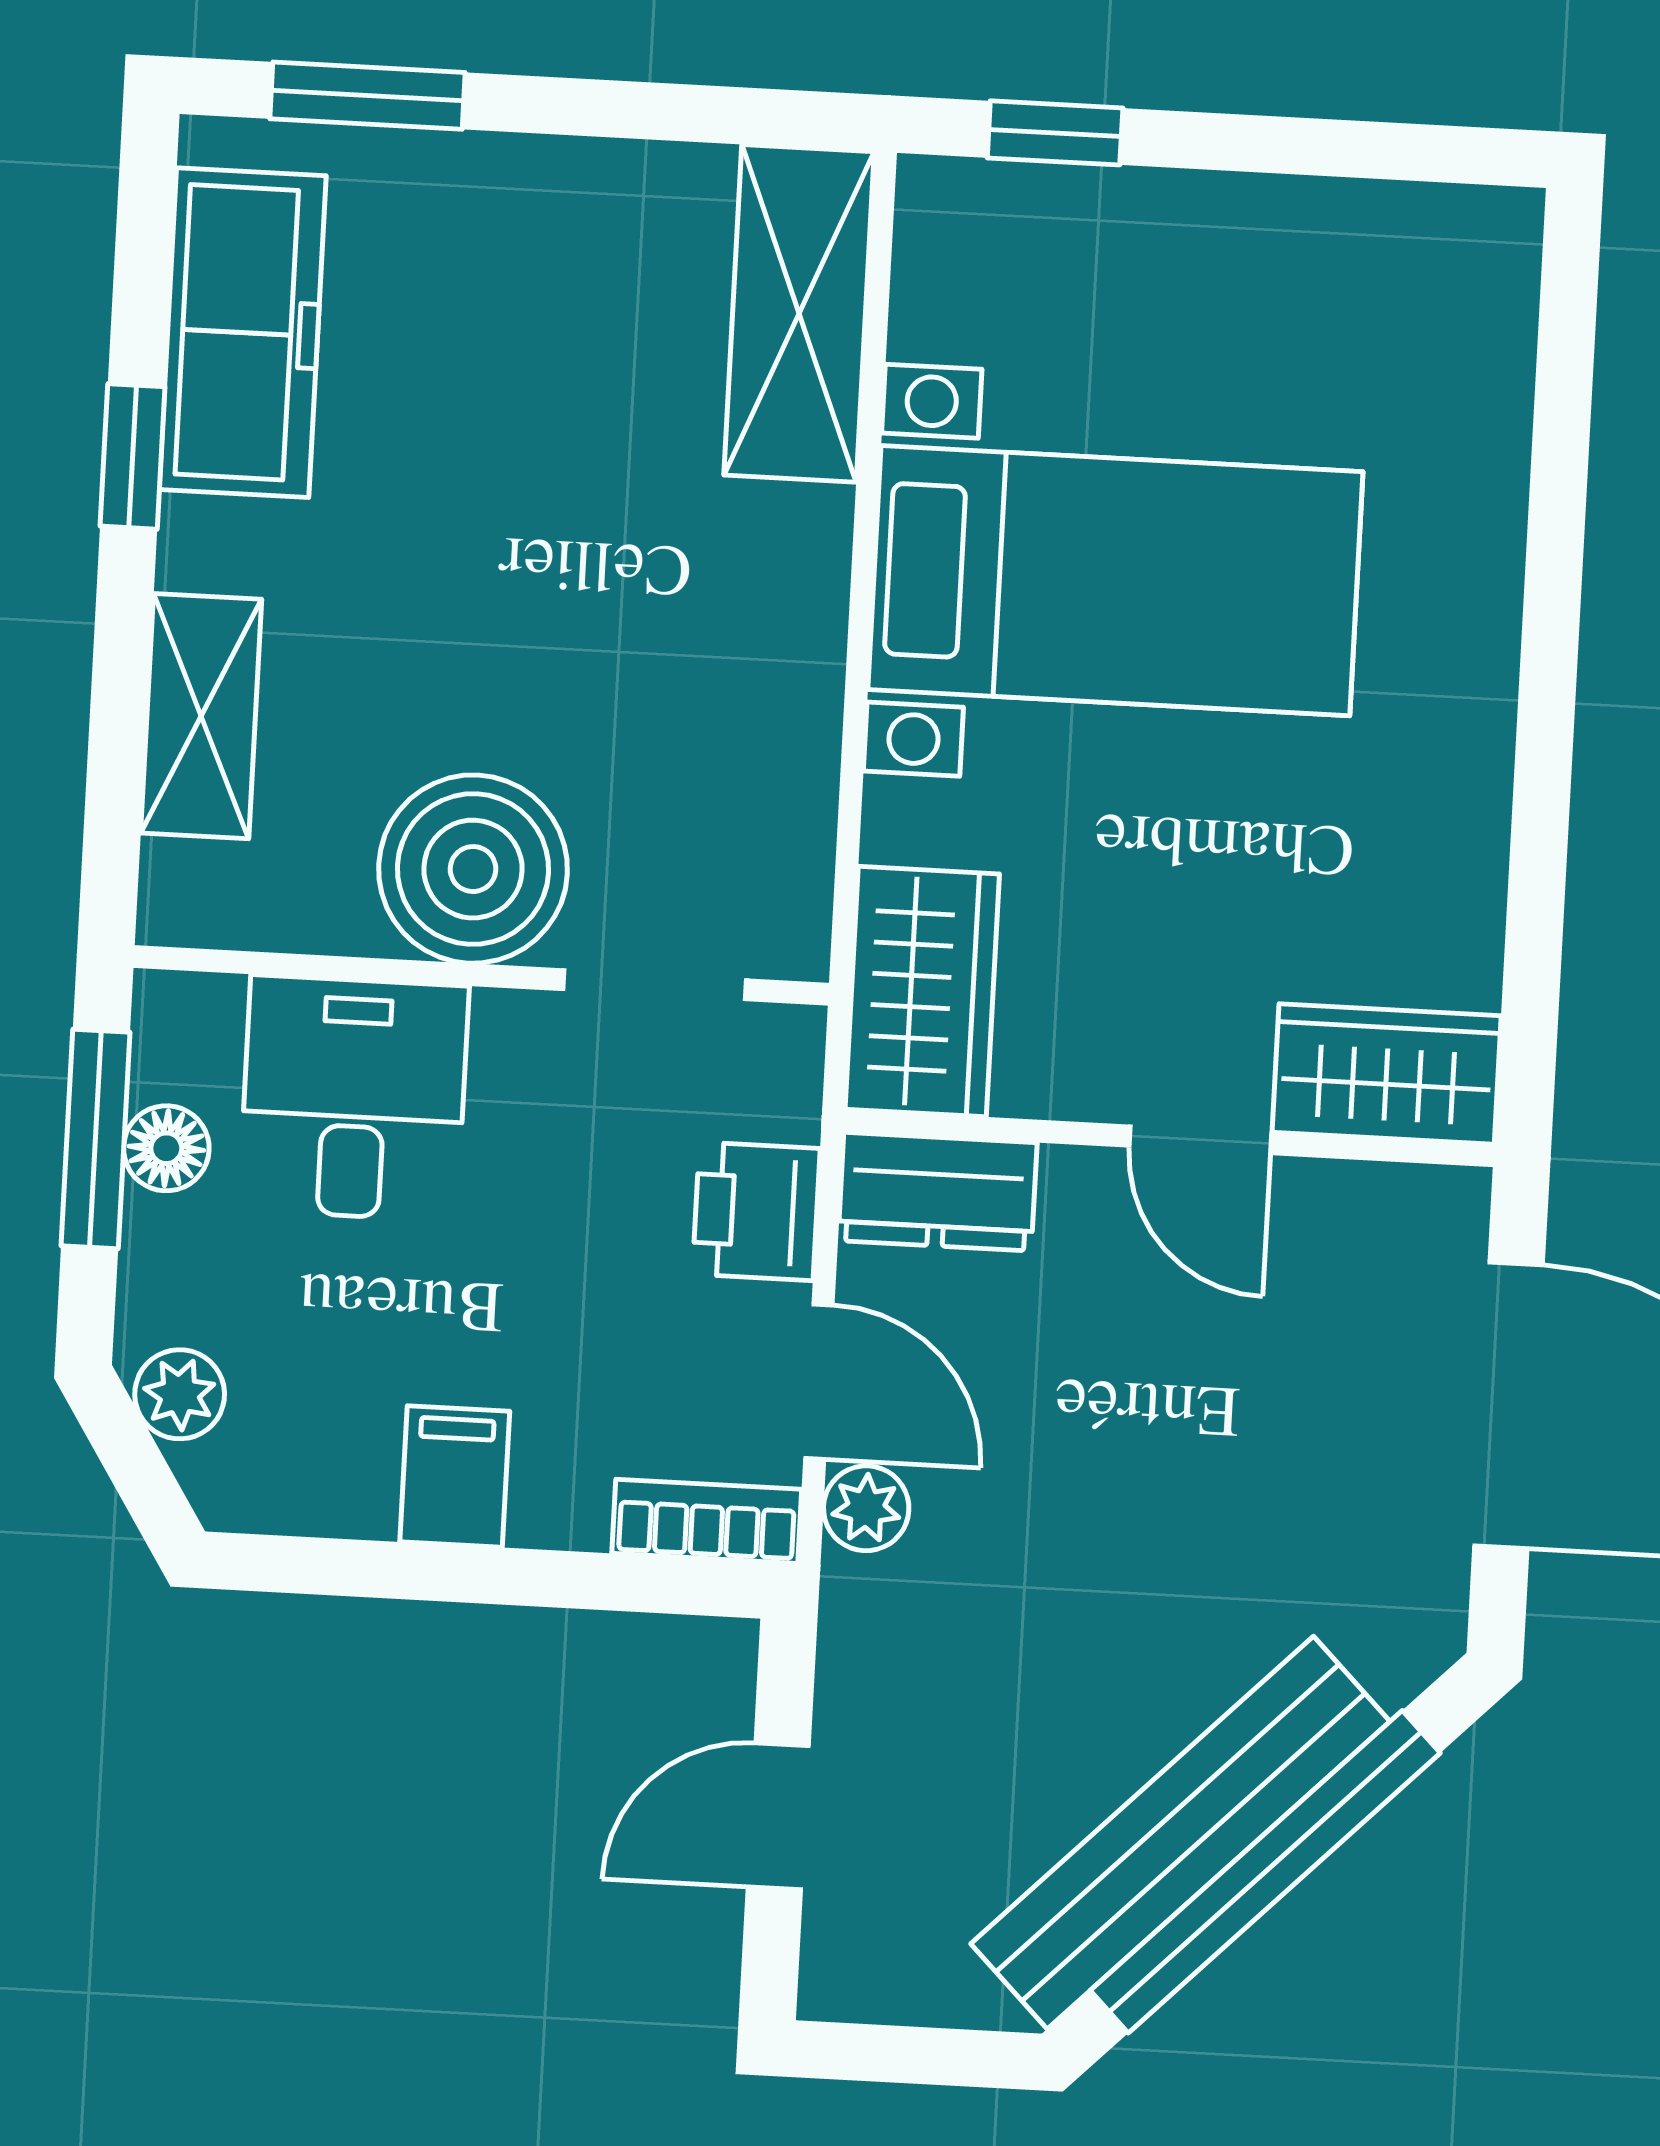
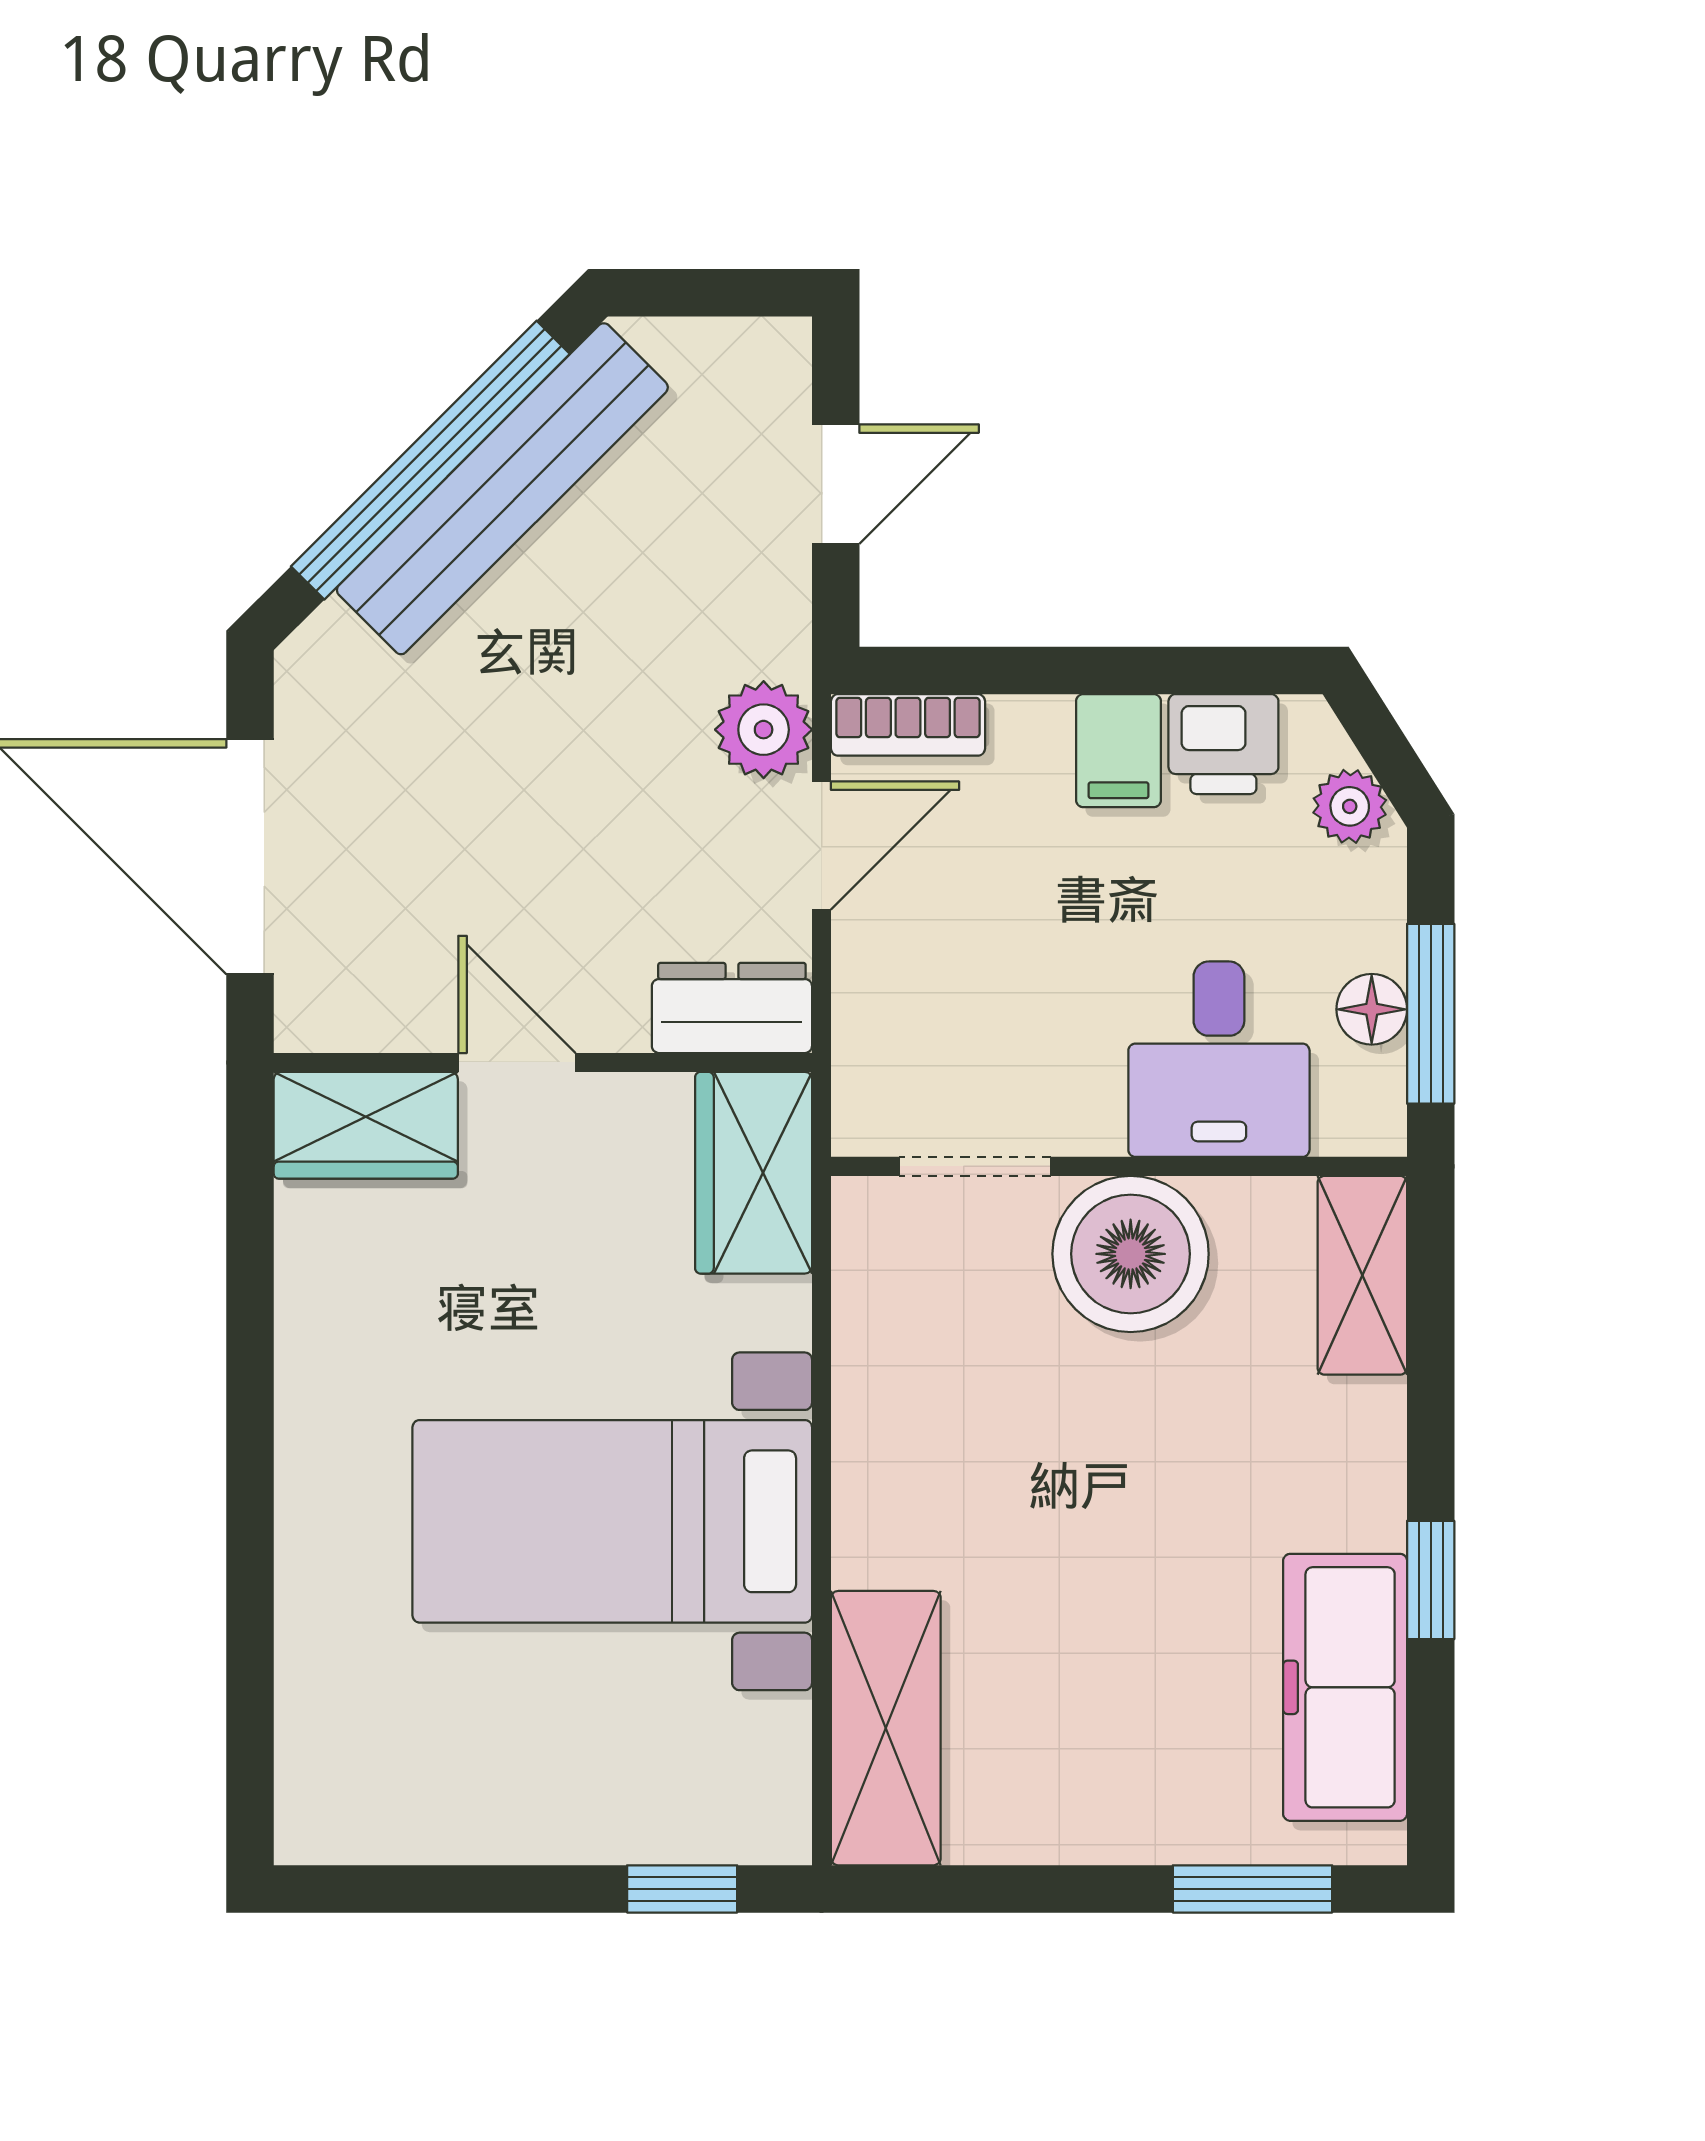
shelving: (201, 716) -> (1362, 1275), moved
printer: (756, 1211) -> (1223, 744), moved, turned 90
door: (819, 1382) -> (822, 846), swing flipped
plant: (866, 1508) -> (764, 730), width x1.38, depth x1.38

